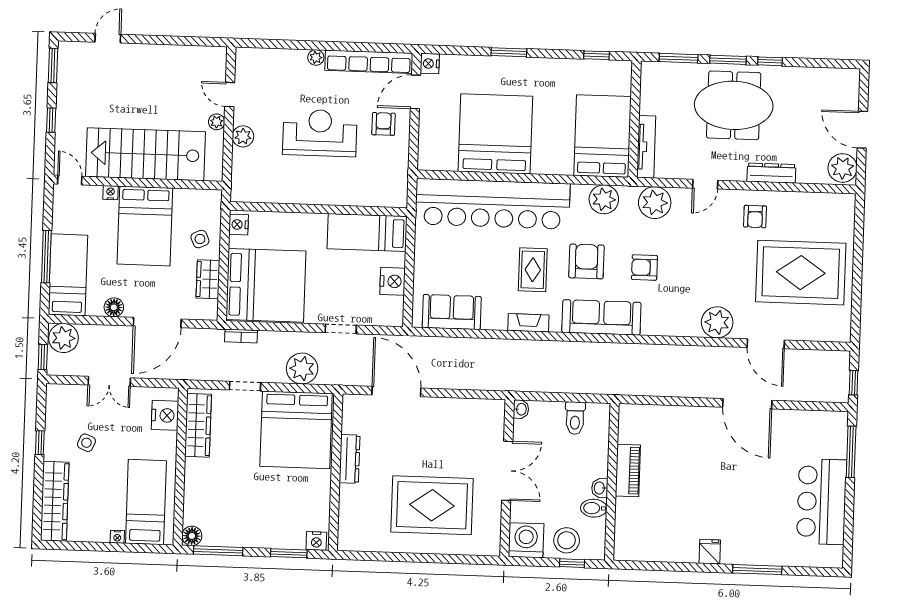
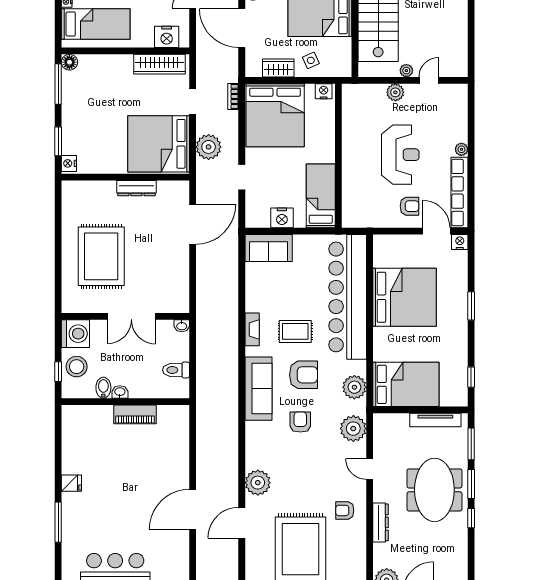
tv unit: (646, 147) -> (435, 420), moved
sofa: (452, 312) -> (269, 248), moved, turned 90

